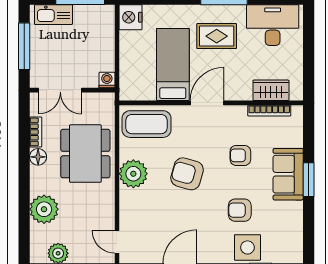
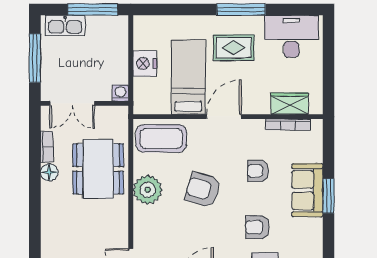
nightstand: (131, 17) -> (145, 64), moved
plant: (44, 209) -> (55, 226), removed

